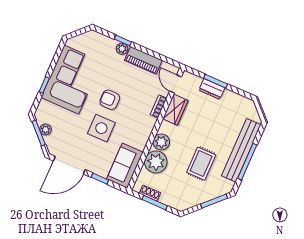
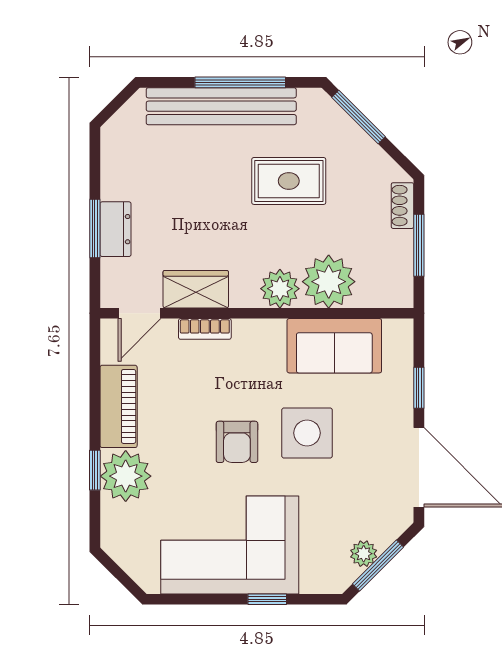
plant: (122, 49) -> (126, 476), width x1.87, depth x1.87
sofa: (125, 166) -> (334, 346), moved
shoe rack: (150, 193) -> (402, 206), moved

